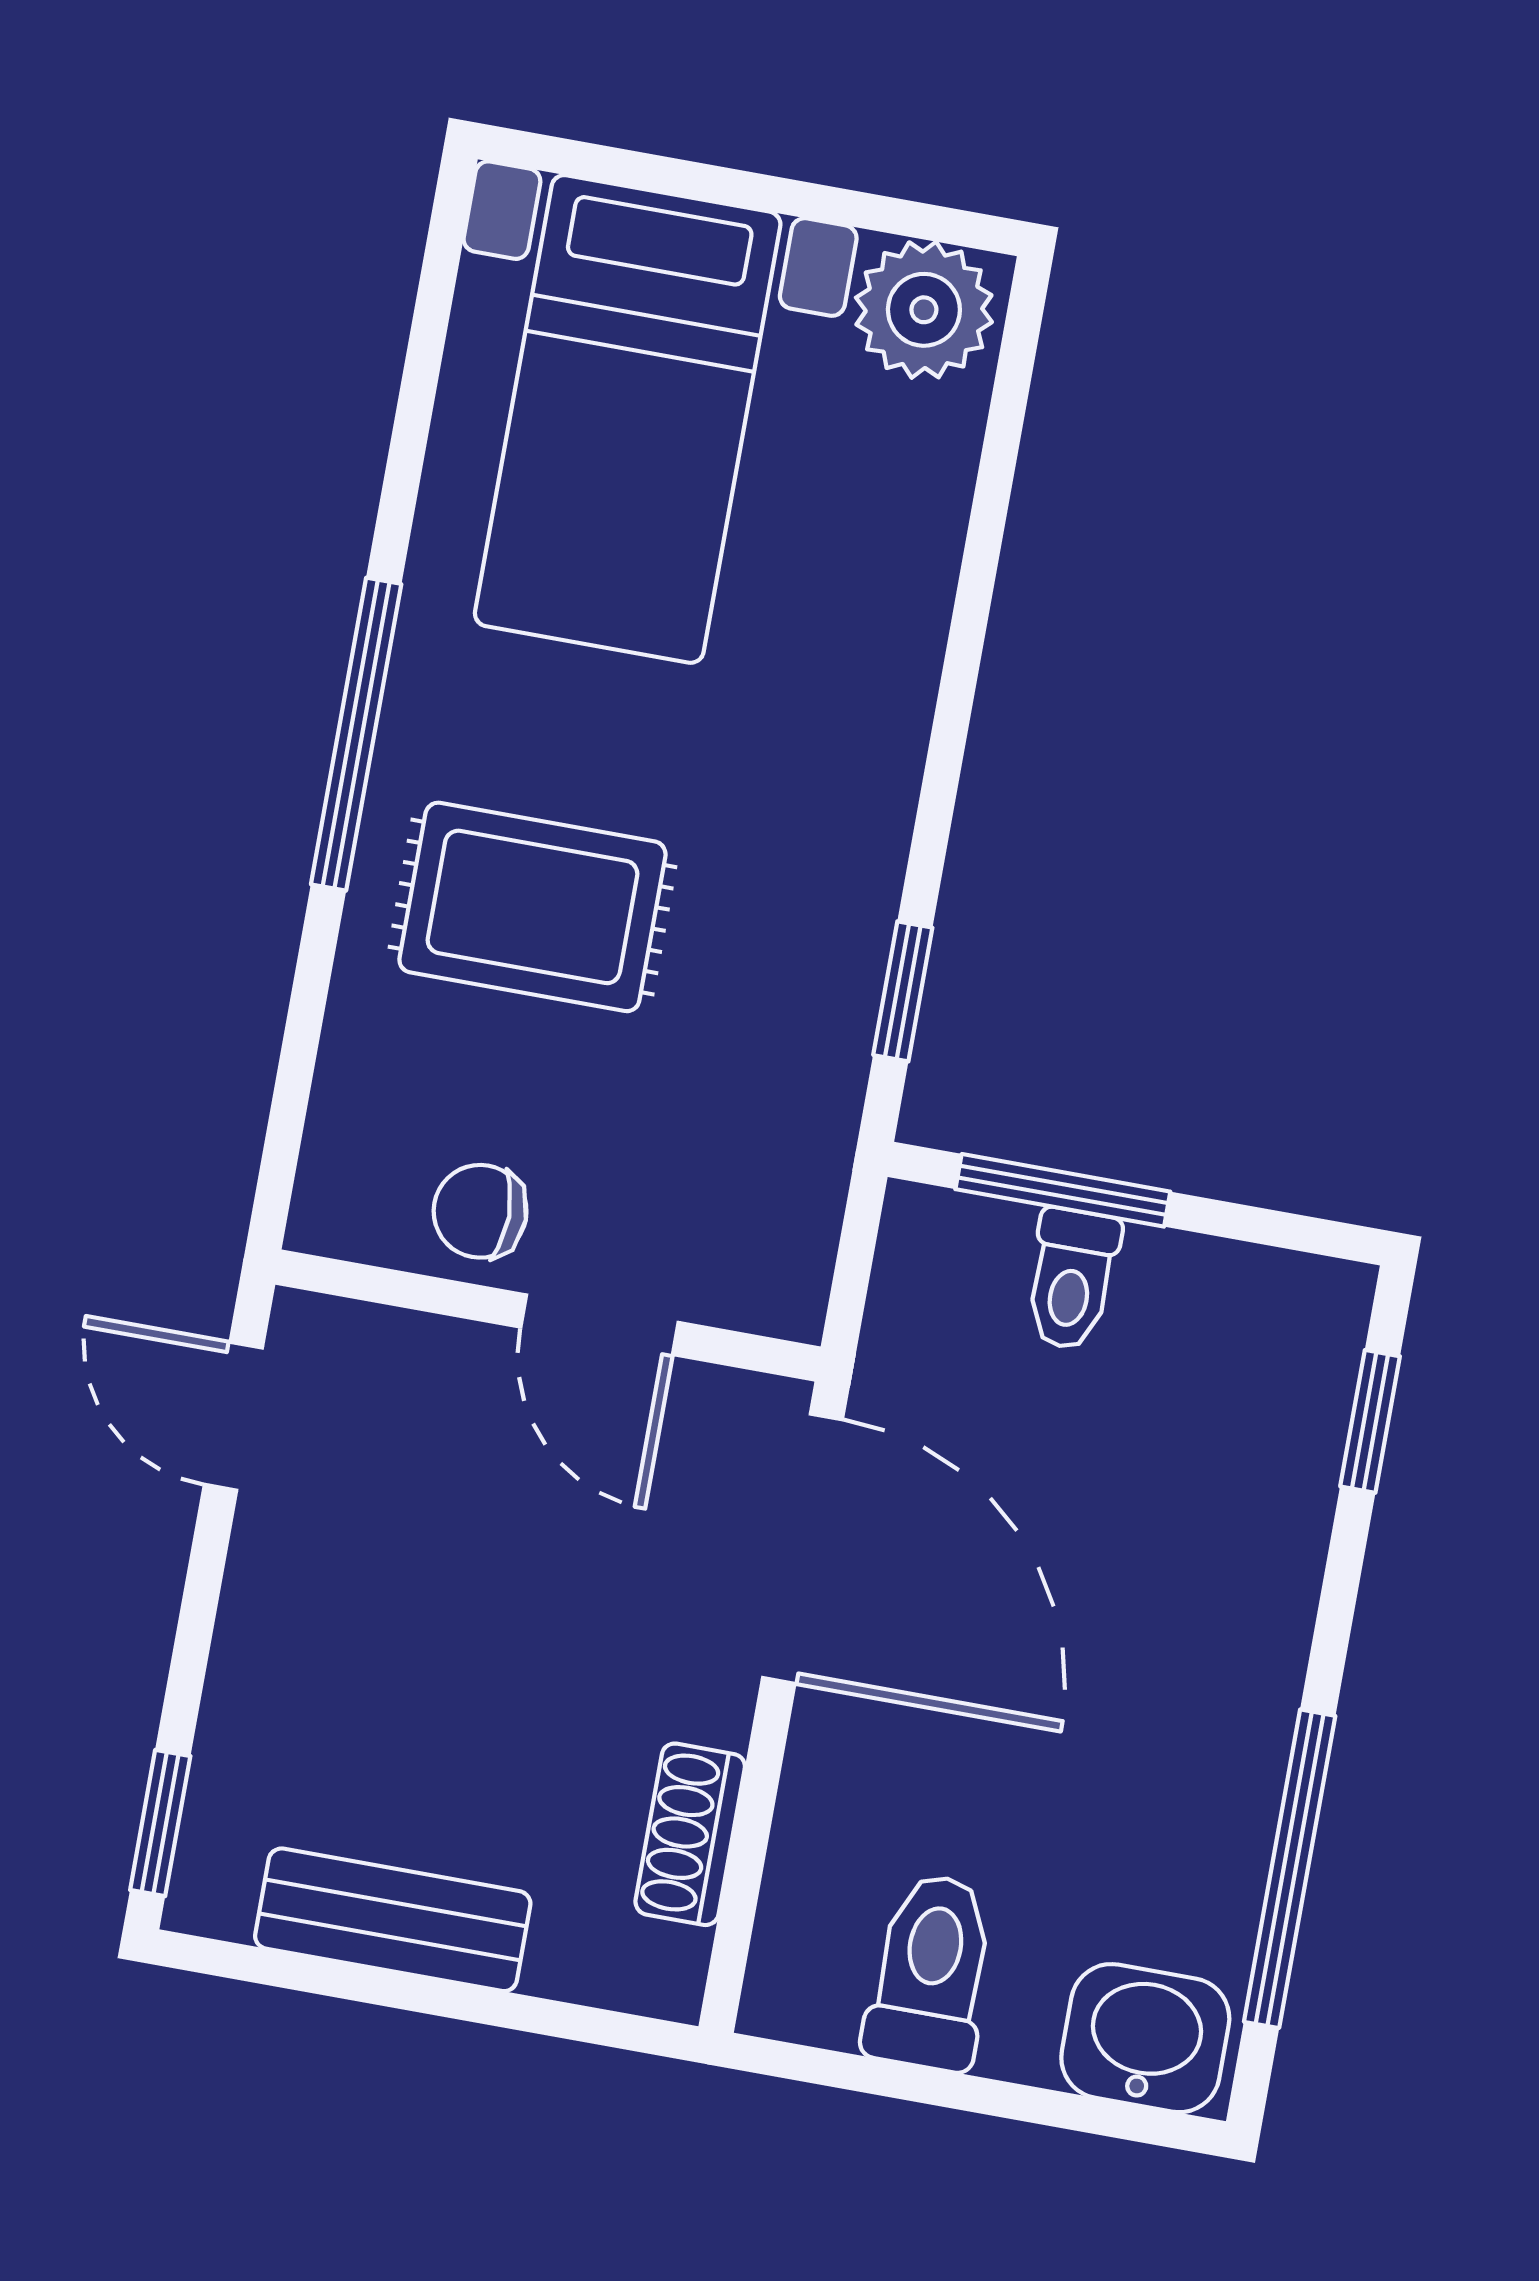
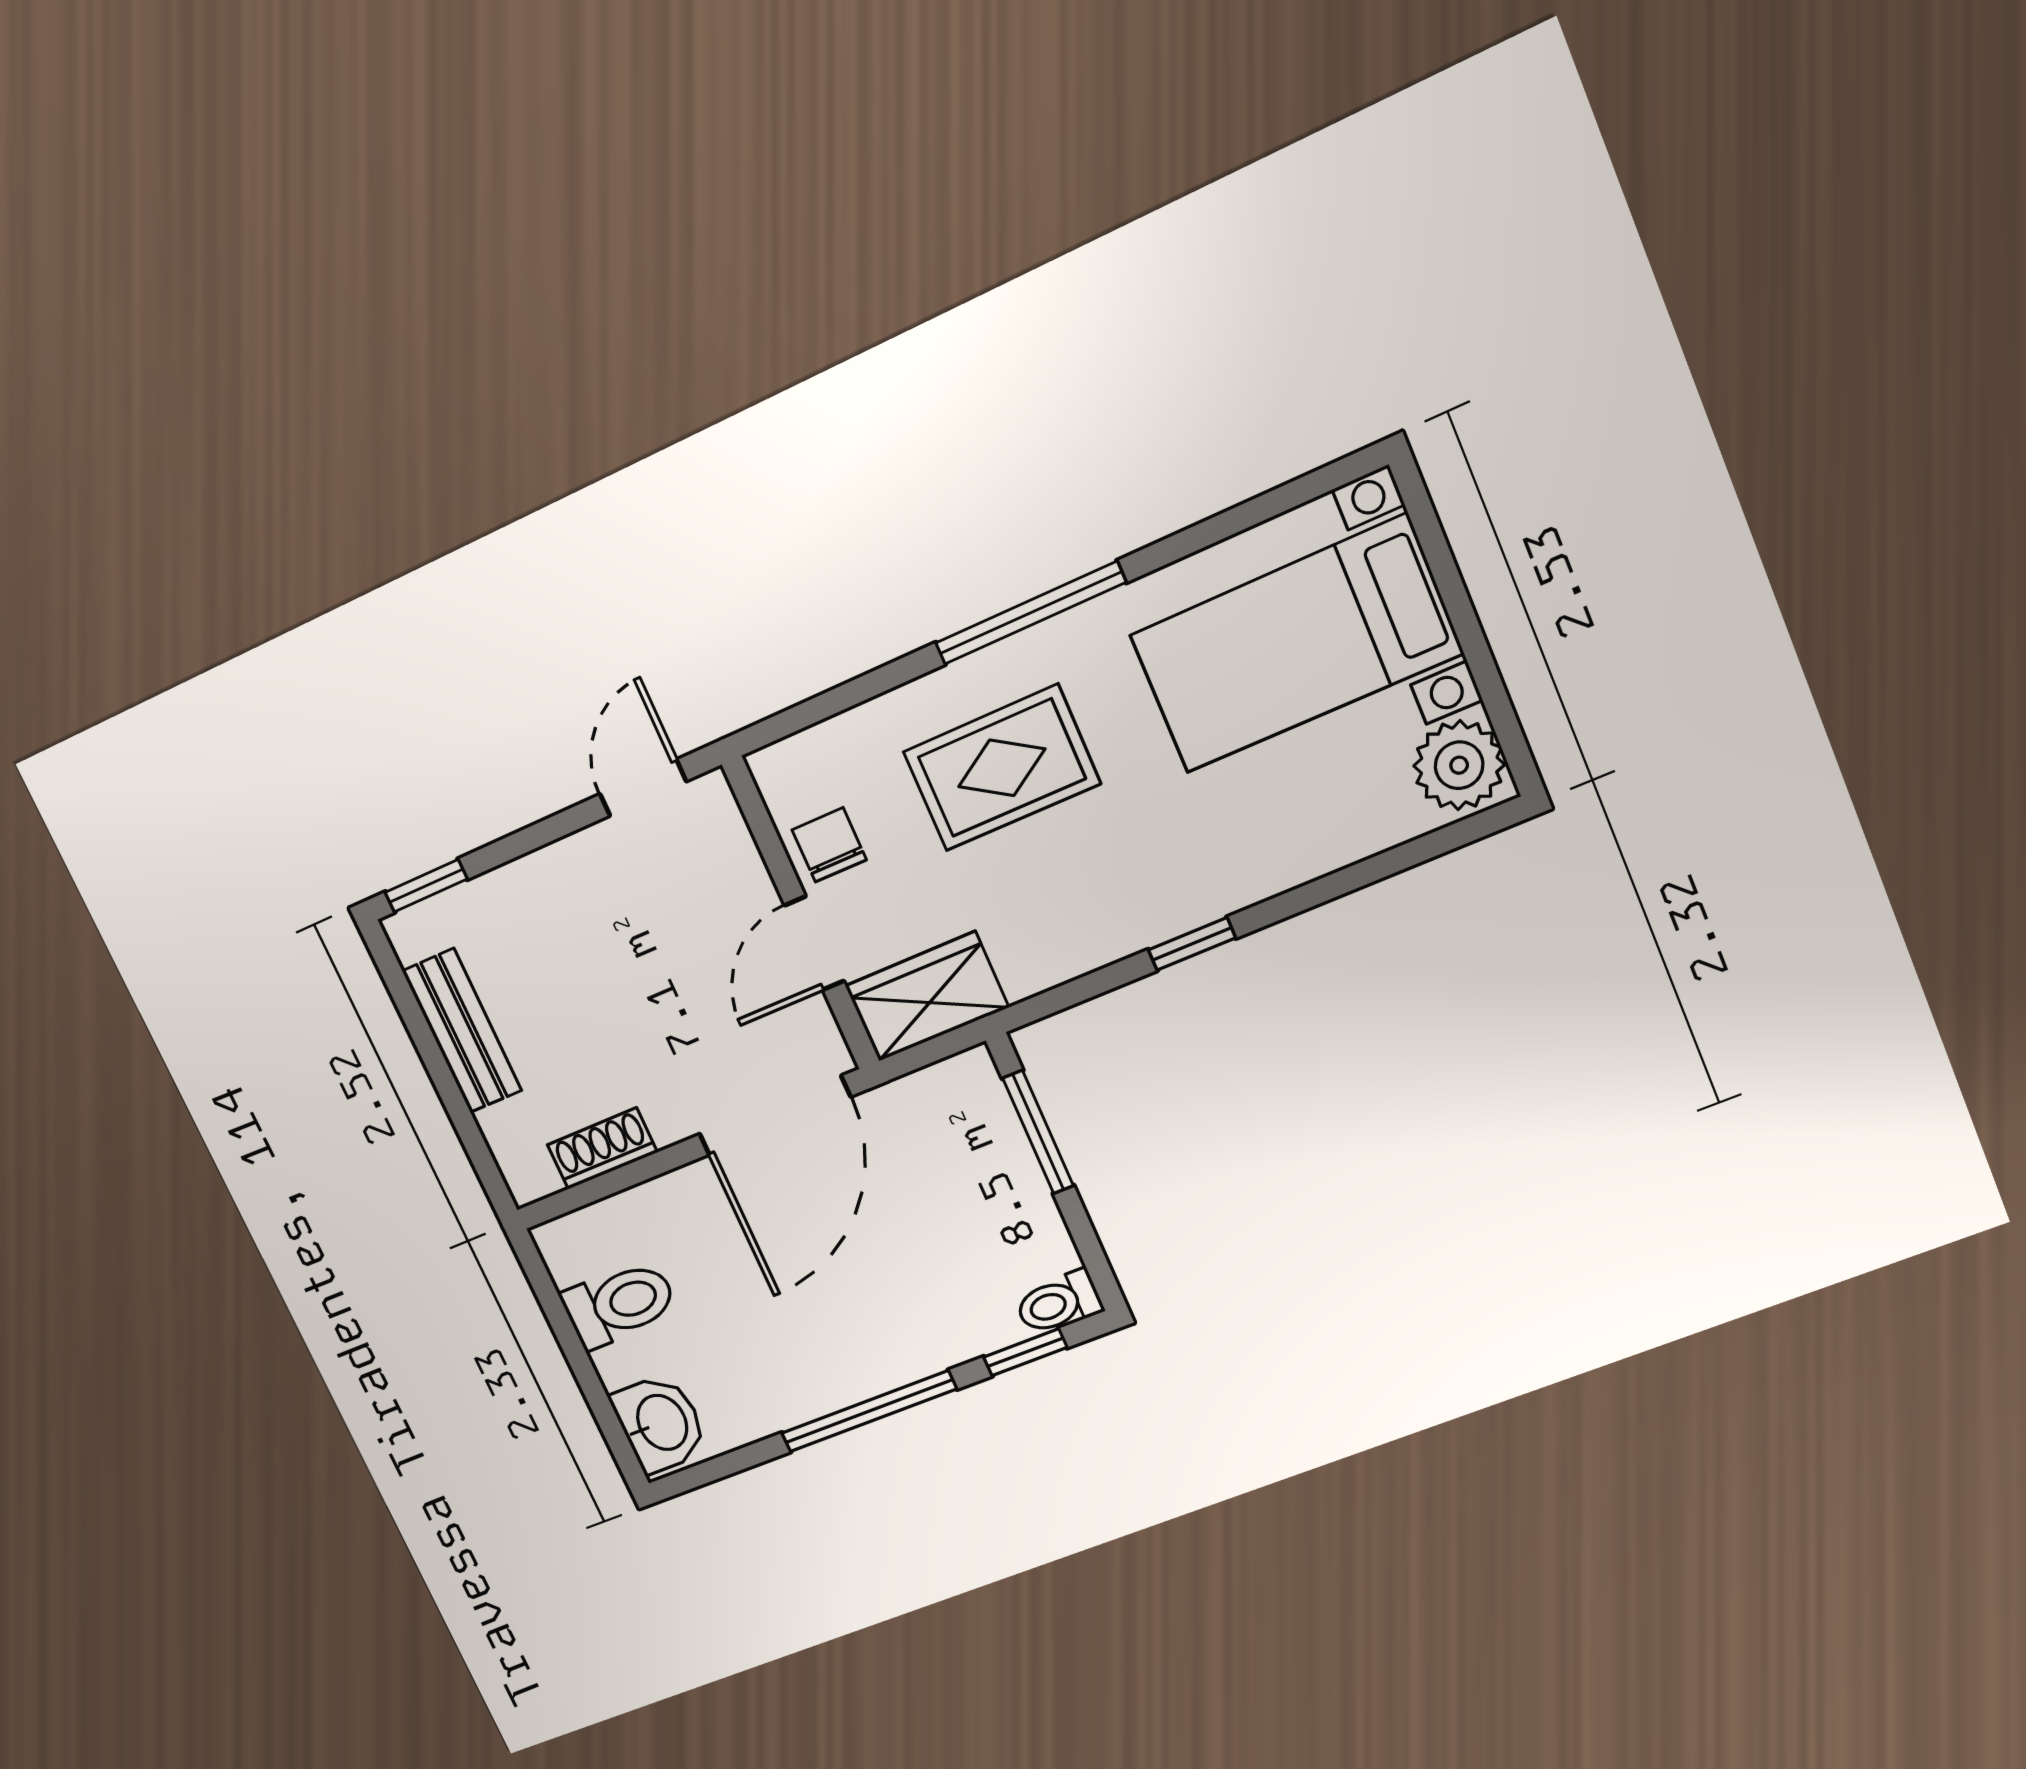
rug: (532, 907) -> (1002, 768), turned 90
window: (903, 991) -> (1192, 944), moved
wardrobe: (774, 1218) -> (927, 997), added
toilet: (1072, 1279) -> (1059, 1303), moved
window: (1290, 1869) -> (869, 1411), moved

